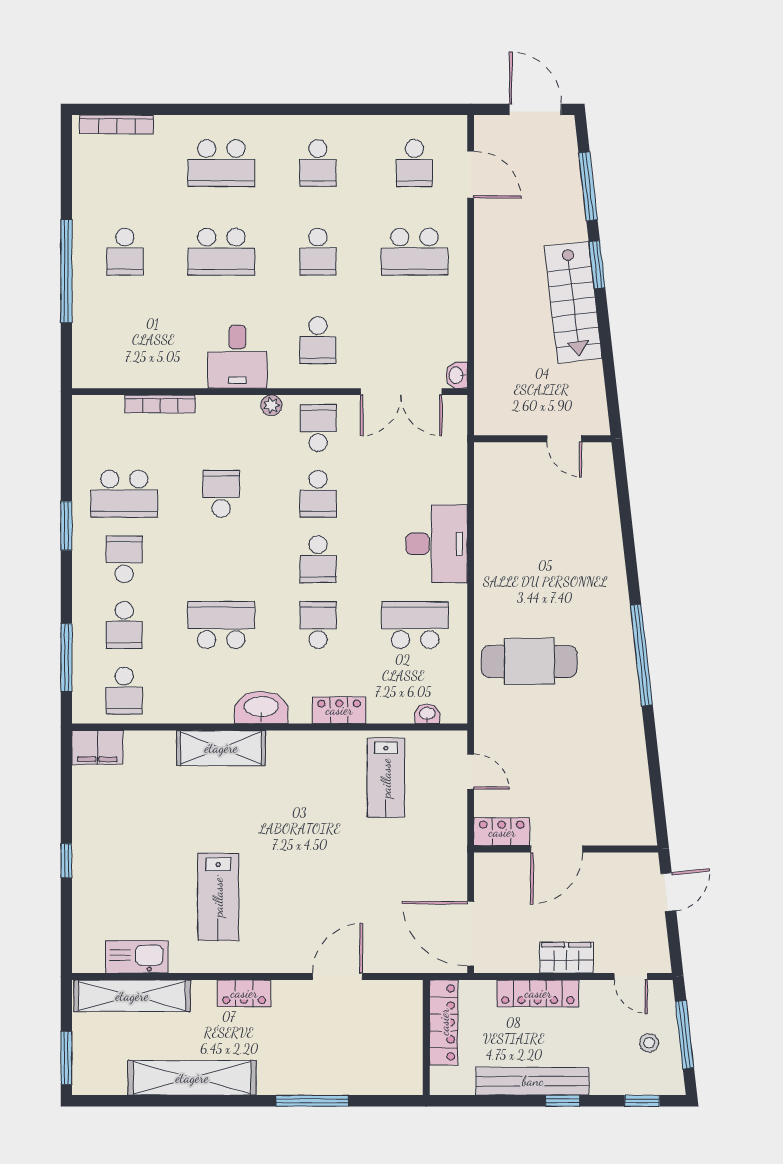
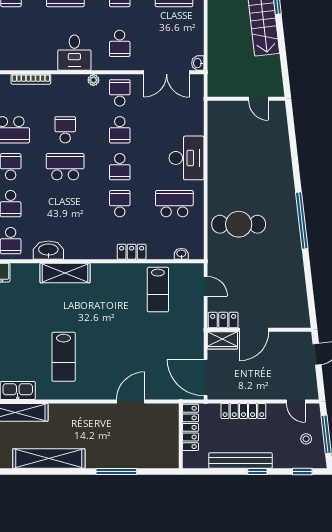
school desk: (221, 625) -> (65, 167), moved
washbasin: (261, 707) -> (48, 250), moved
wardrobe: (566, 958) -> (222, 340), moved, turned 180
locker: (244, 993) -> (78, 411), removed

